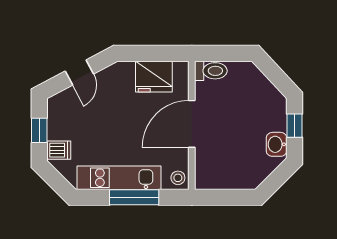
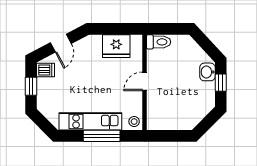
door: (192, 124) -> (144, 81), width x0.53
washbasin: (277, 144) -> (207, 72), moved
dishwasher: (59, 150) -> (46, 70), moved

